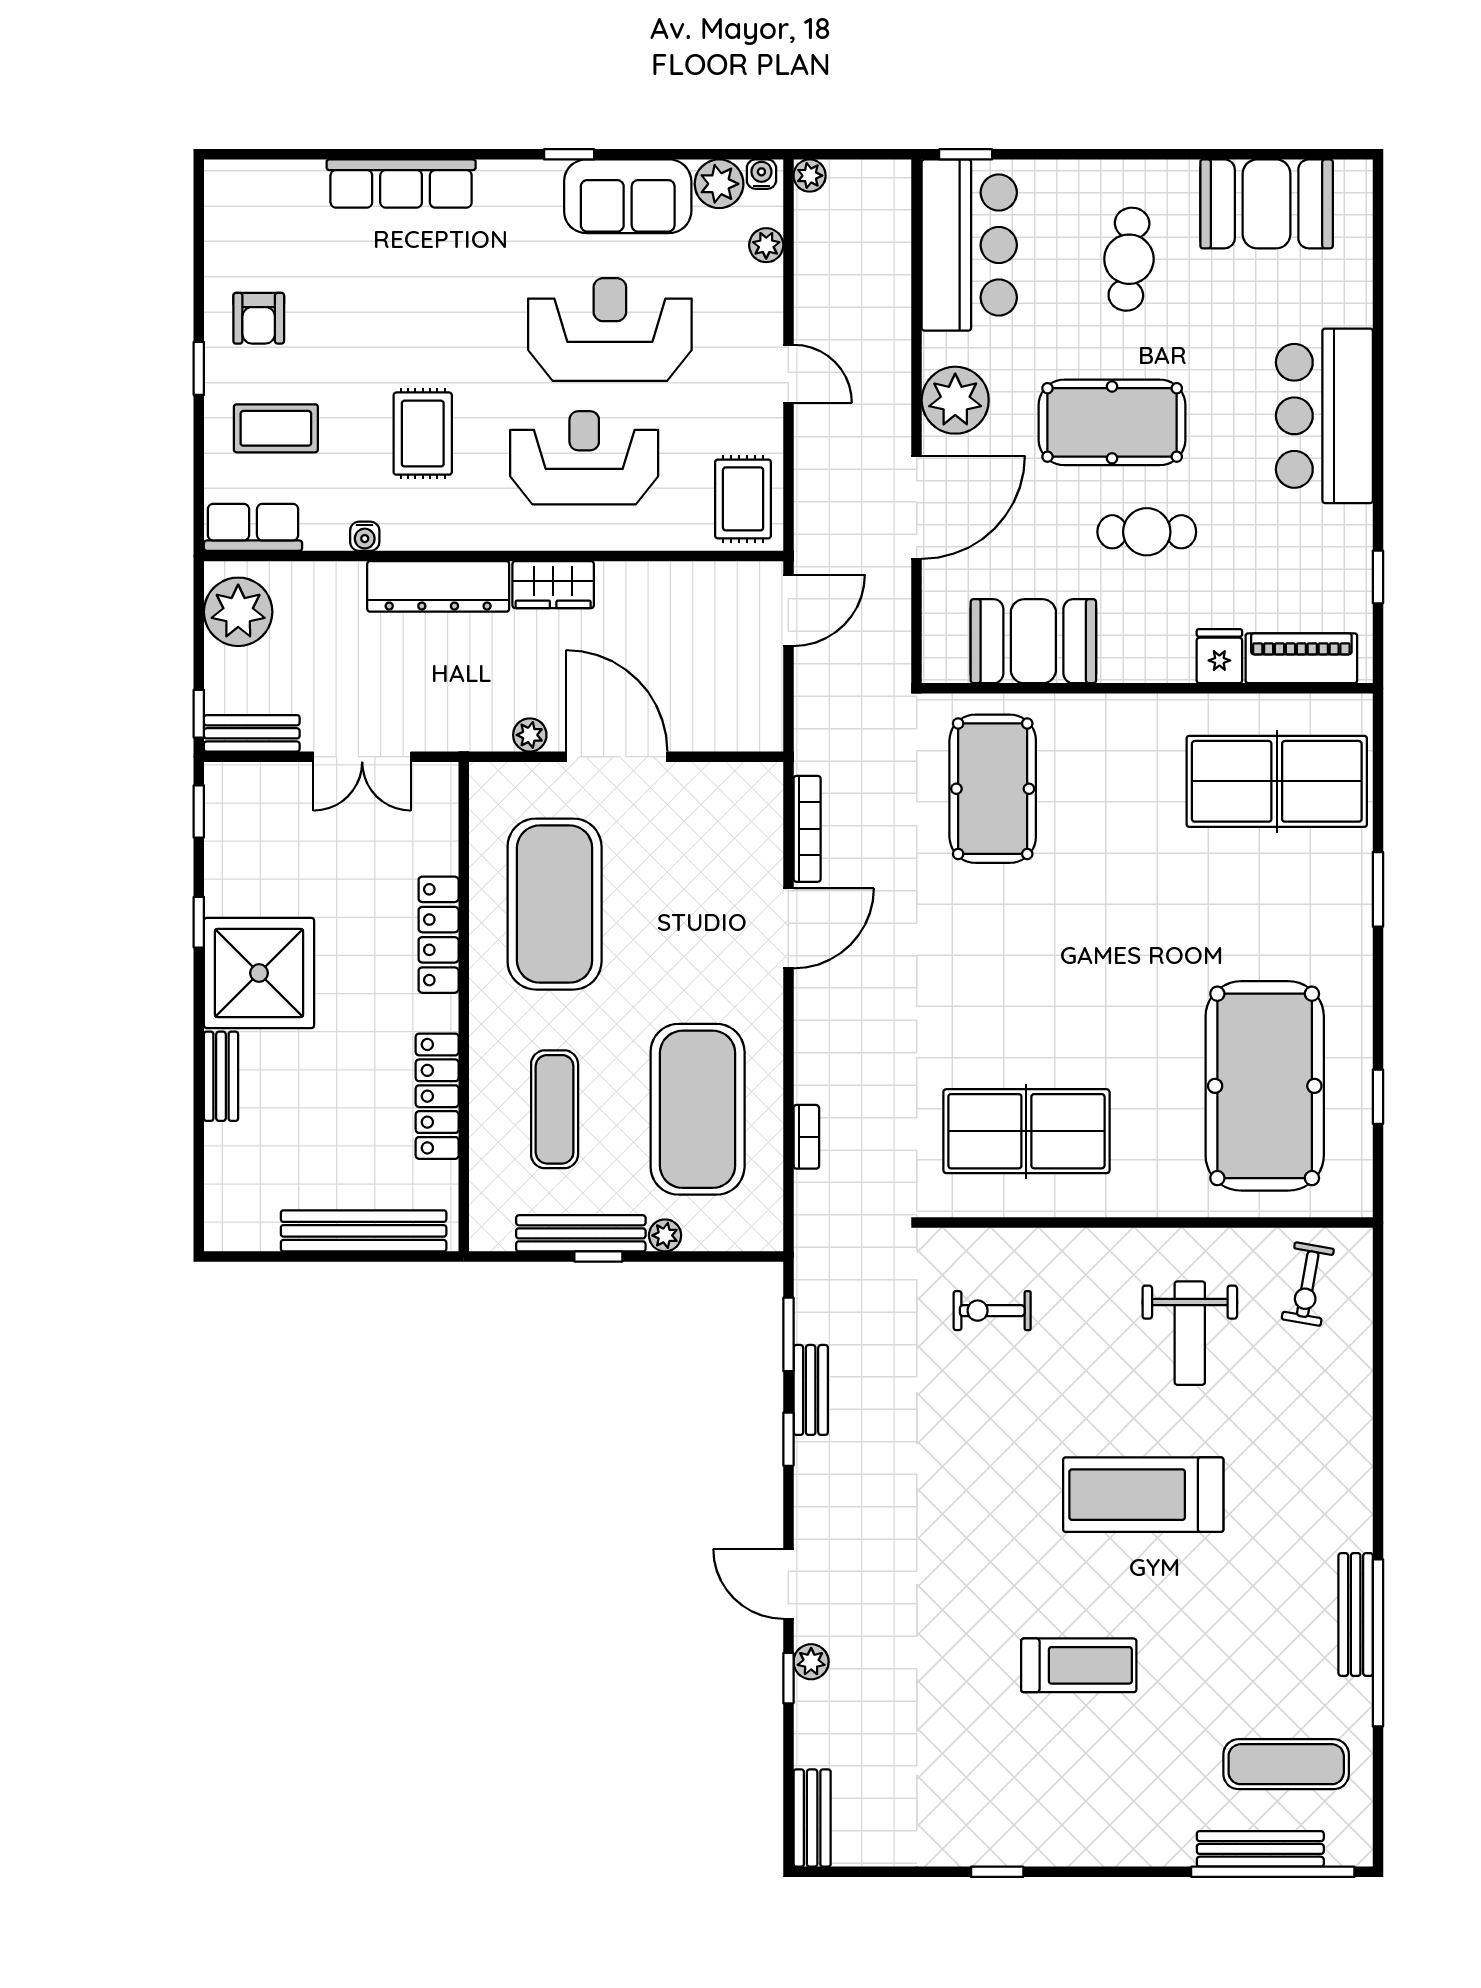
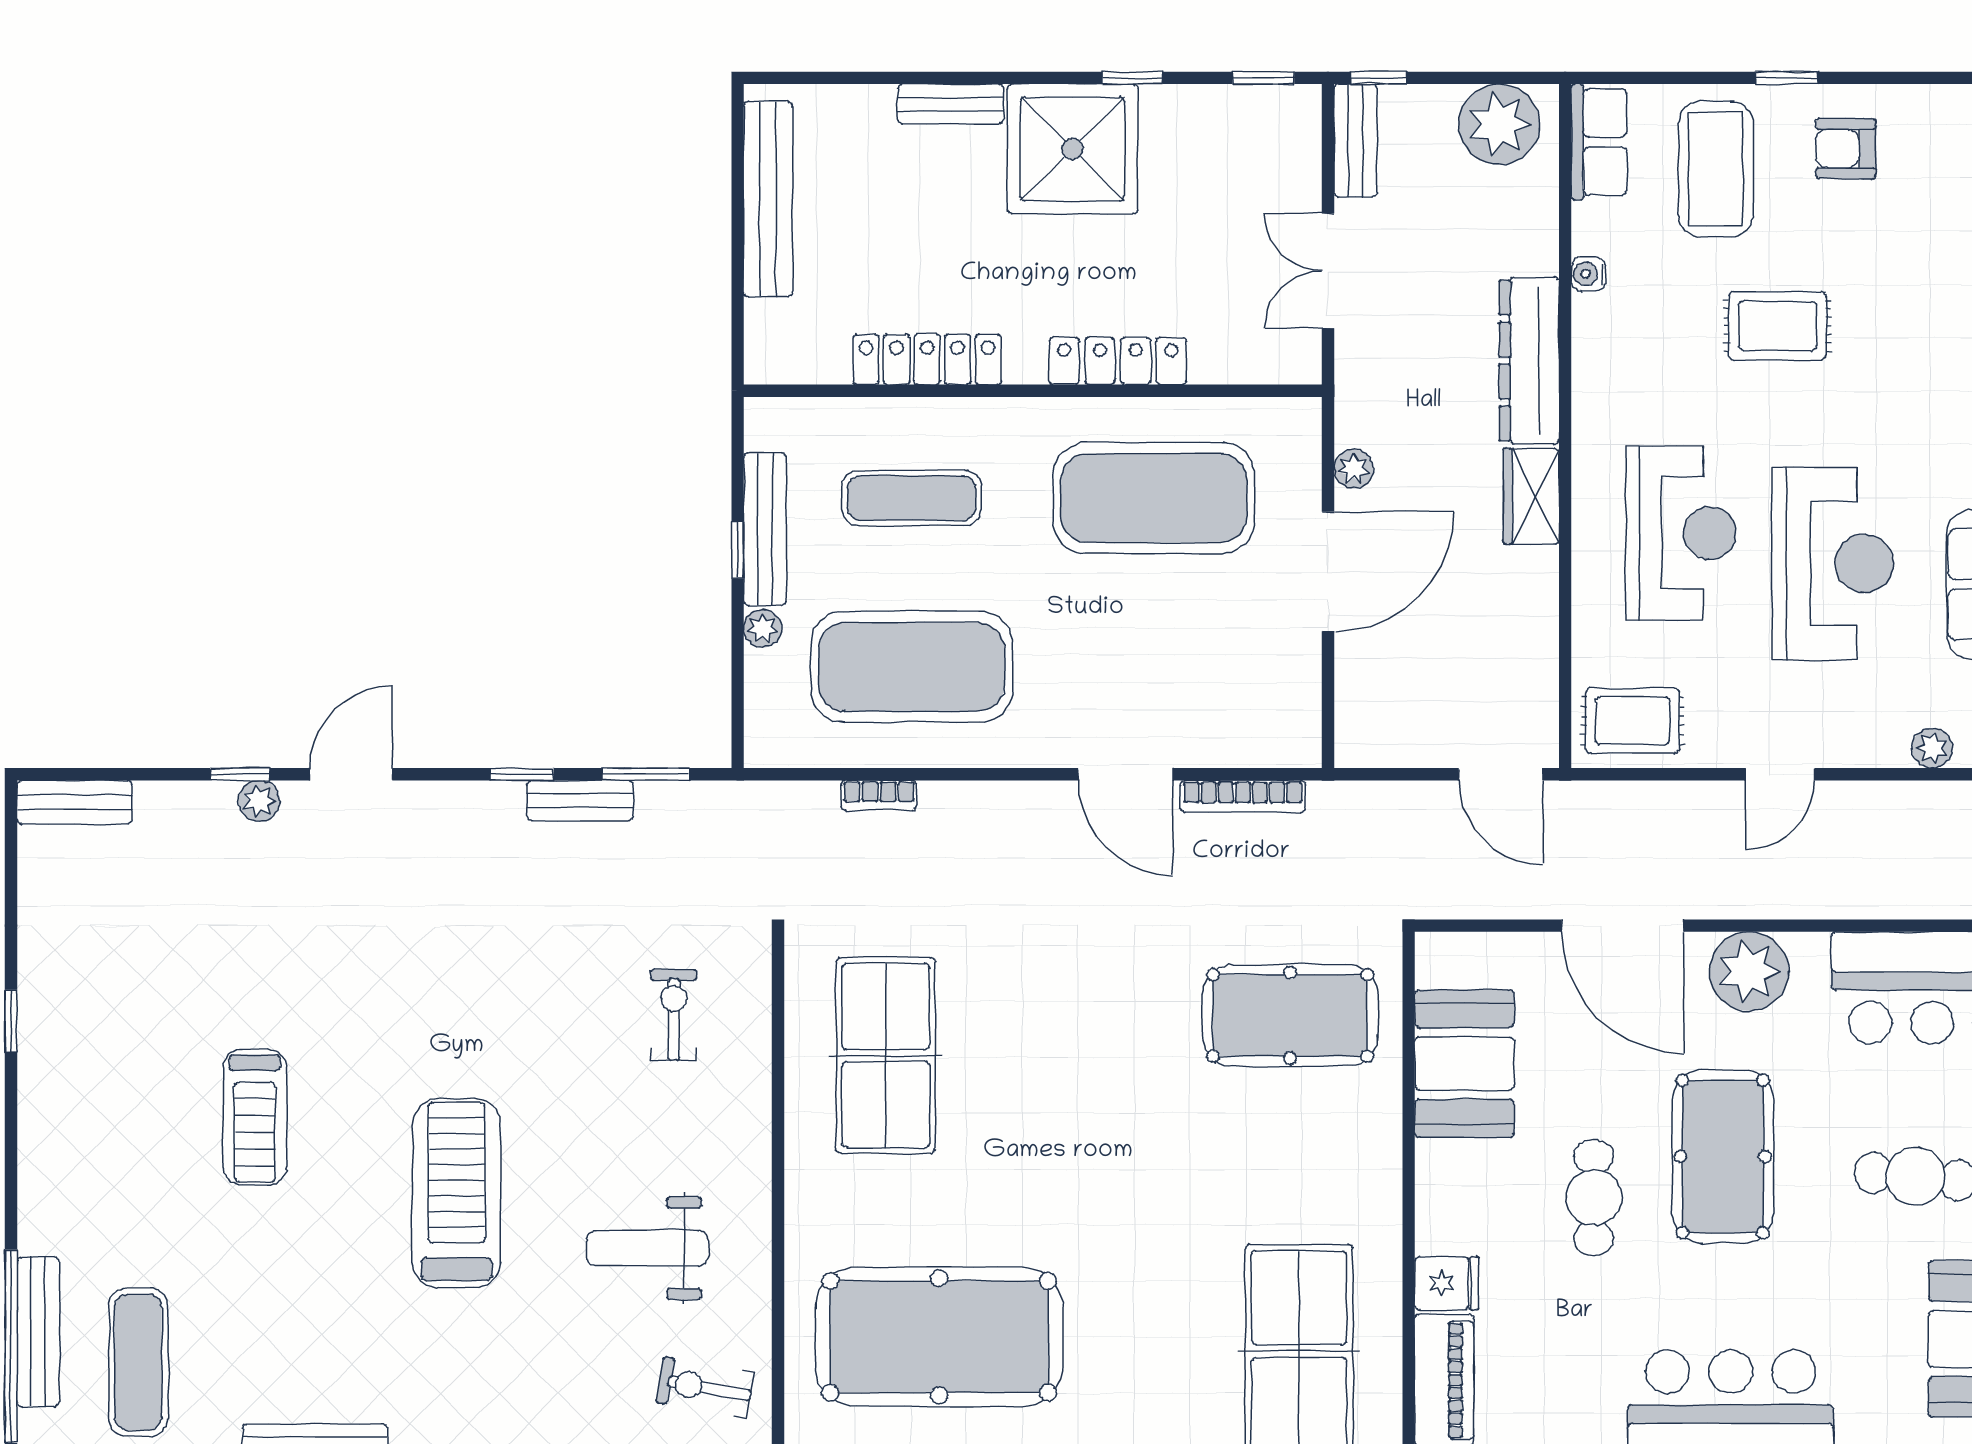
coffee table: (276, 428) -> (1716, 169), width x1.36, depth x1.32
rug: (423, 434) -> (1777, 326), moved
bench: (364, 1231) -> (768, 199), moved

